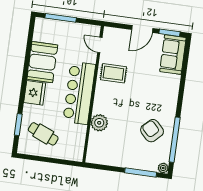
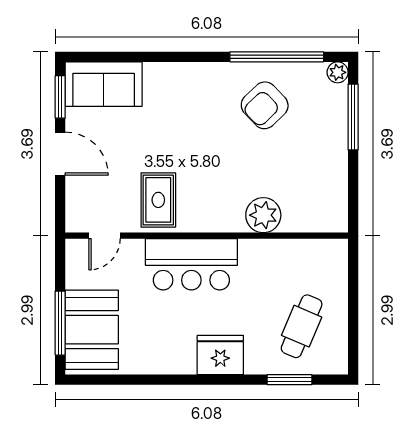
booth: (42, 62) -> (92, 330), moved, turned 90
bar counter: (79, 93) -> (191, 264), width x0.73

